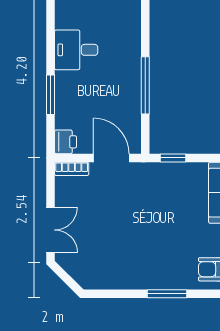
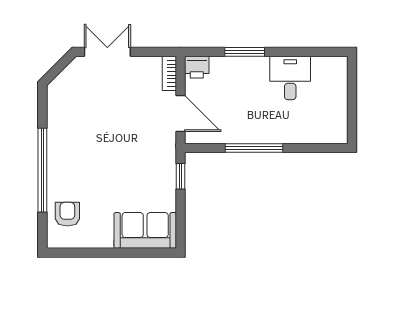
door: (111, 158) -> (180, 113), hinge flipped
double door: (51, 230) -> (107, 52), swing flipped
window: (167, 294) -> (42, 170), width x2.11

